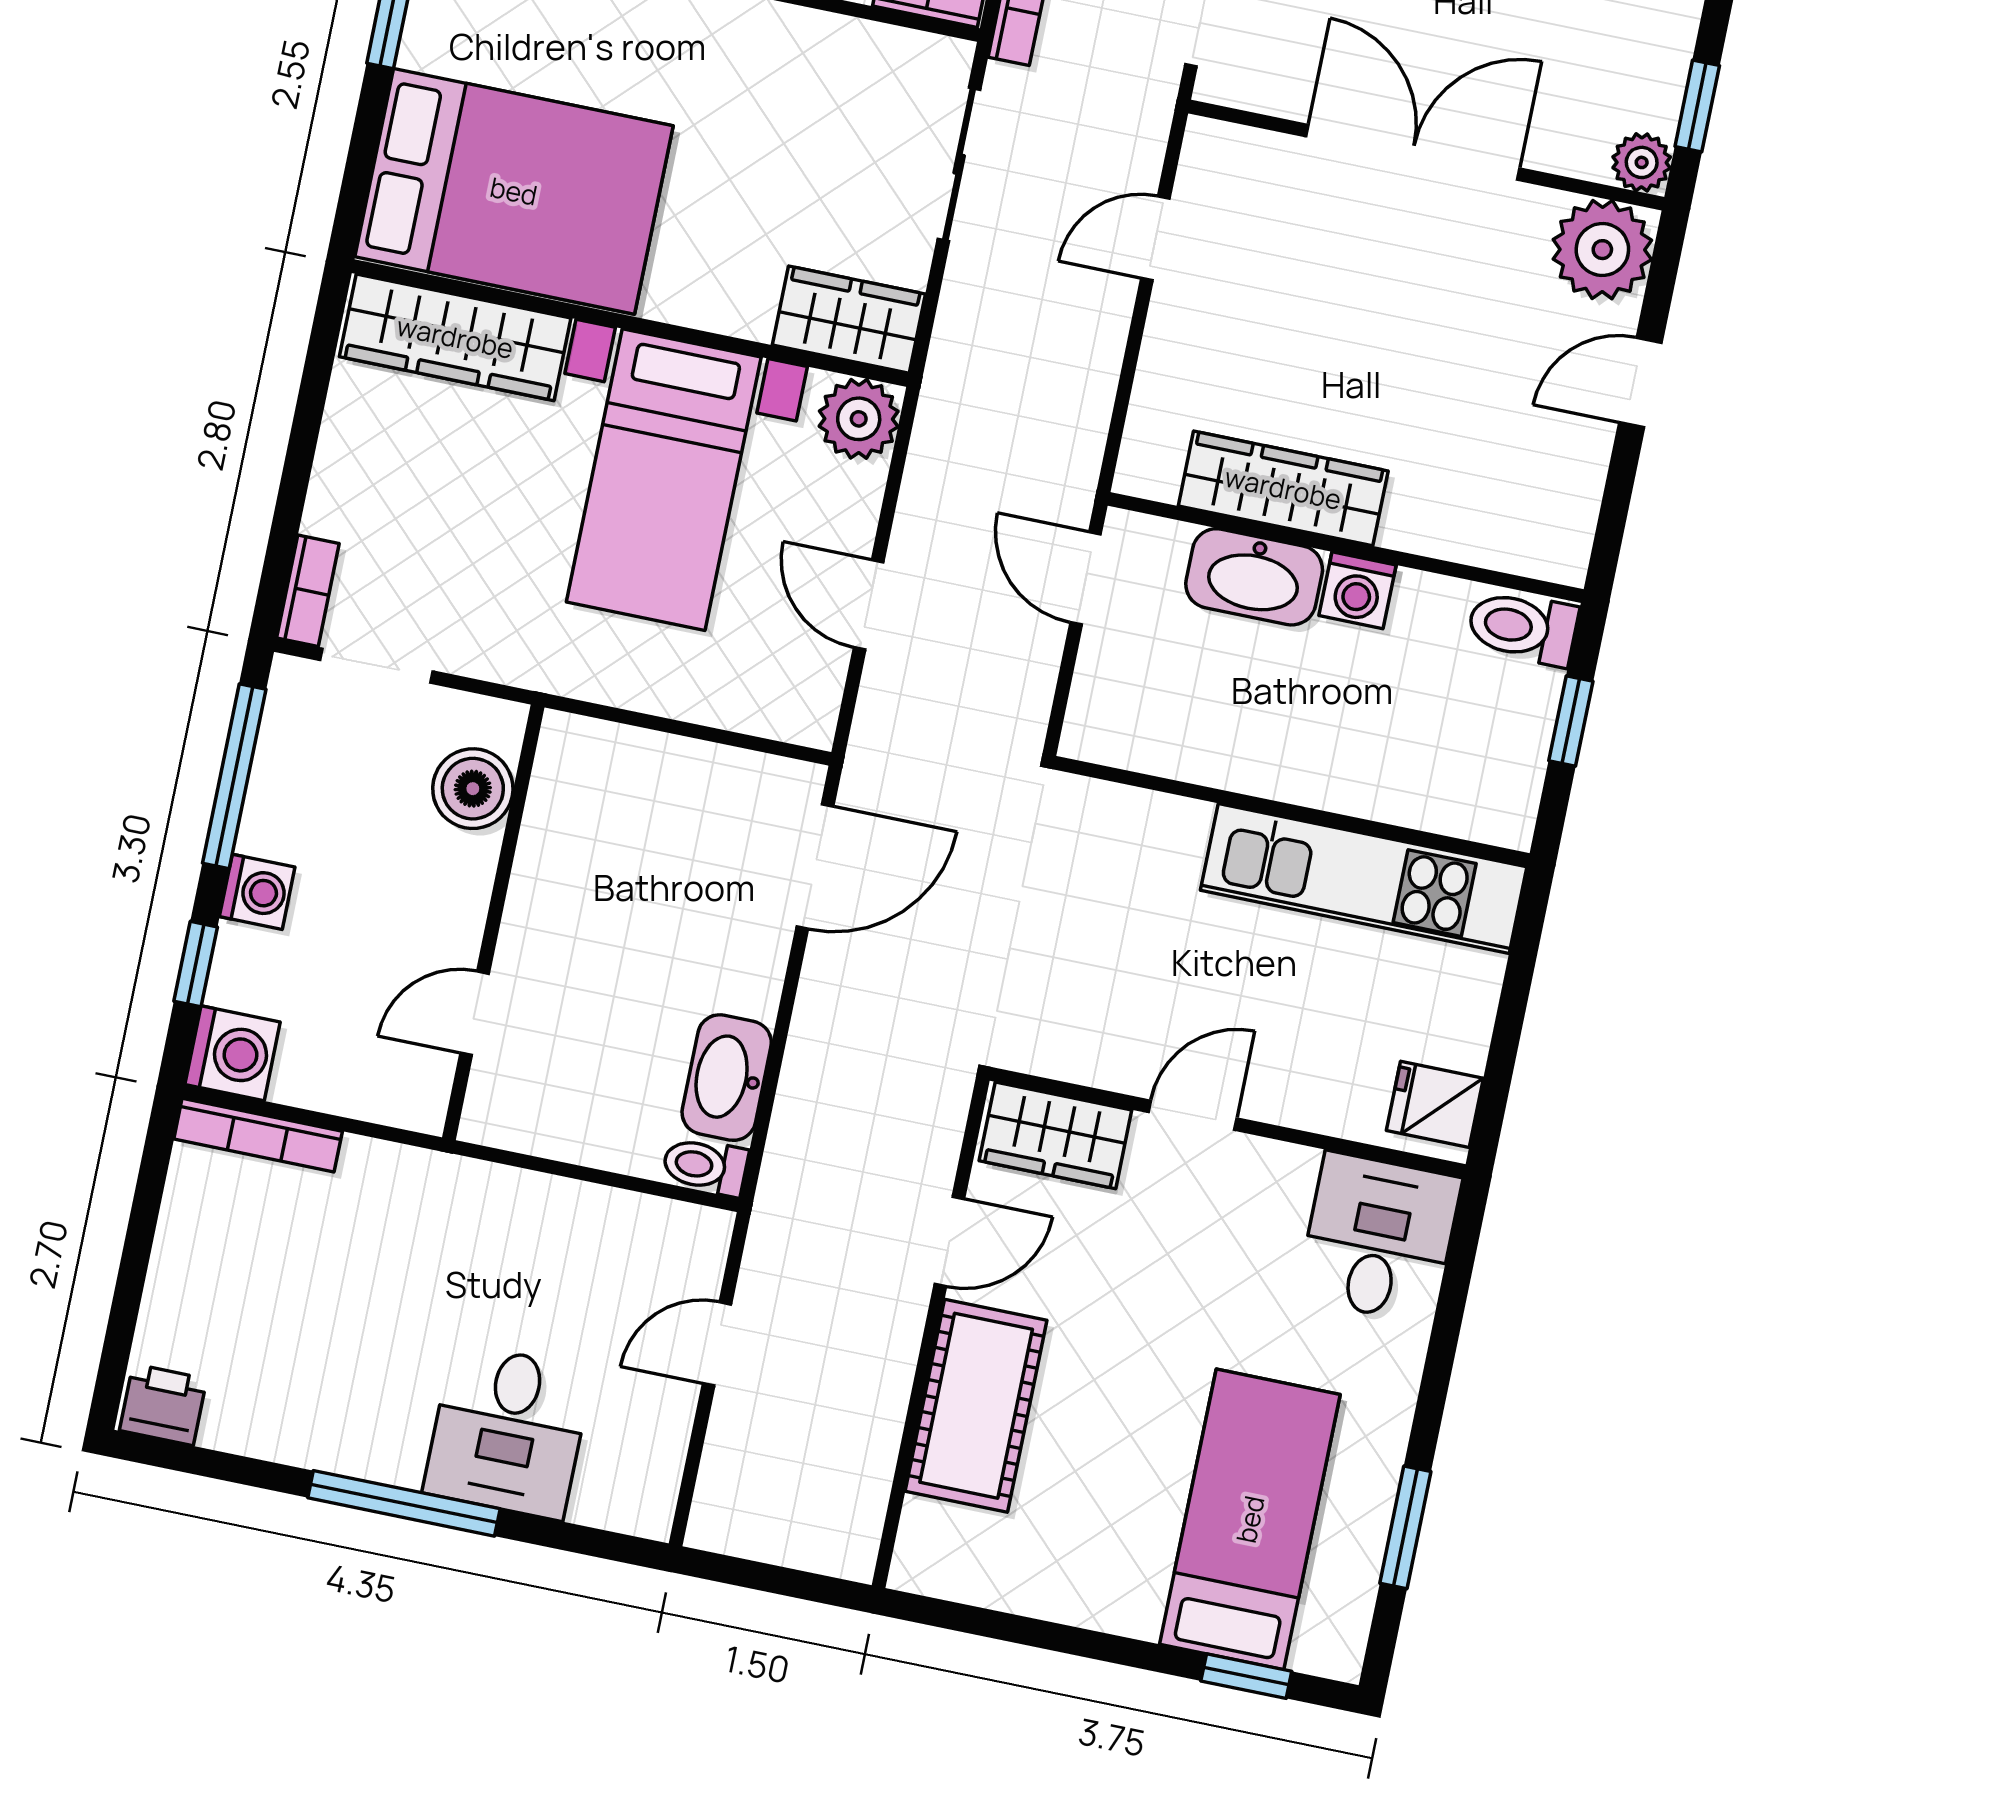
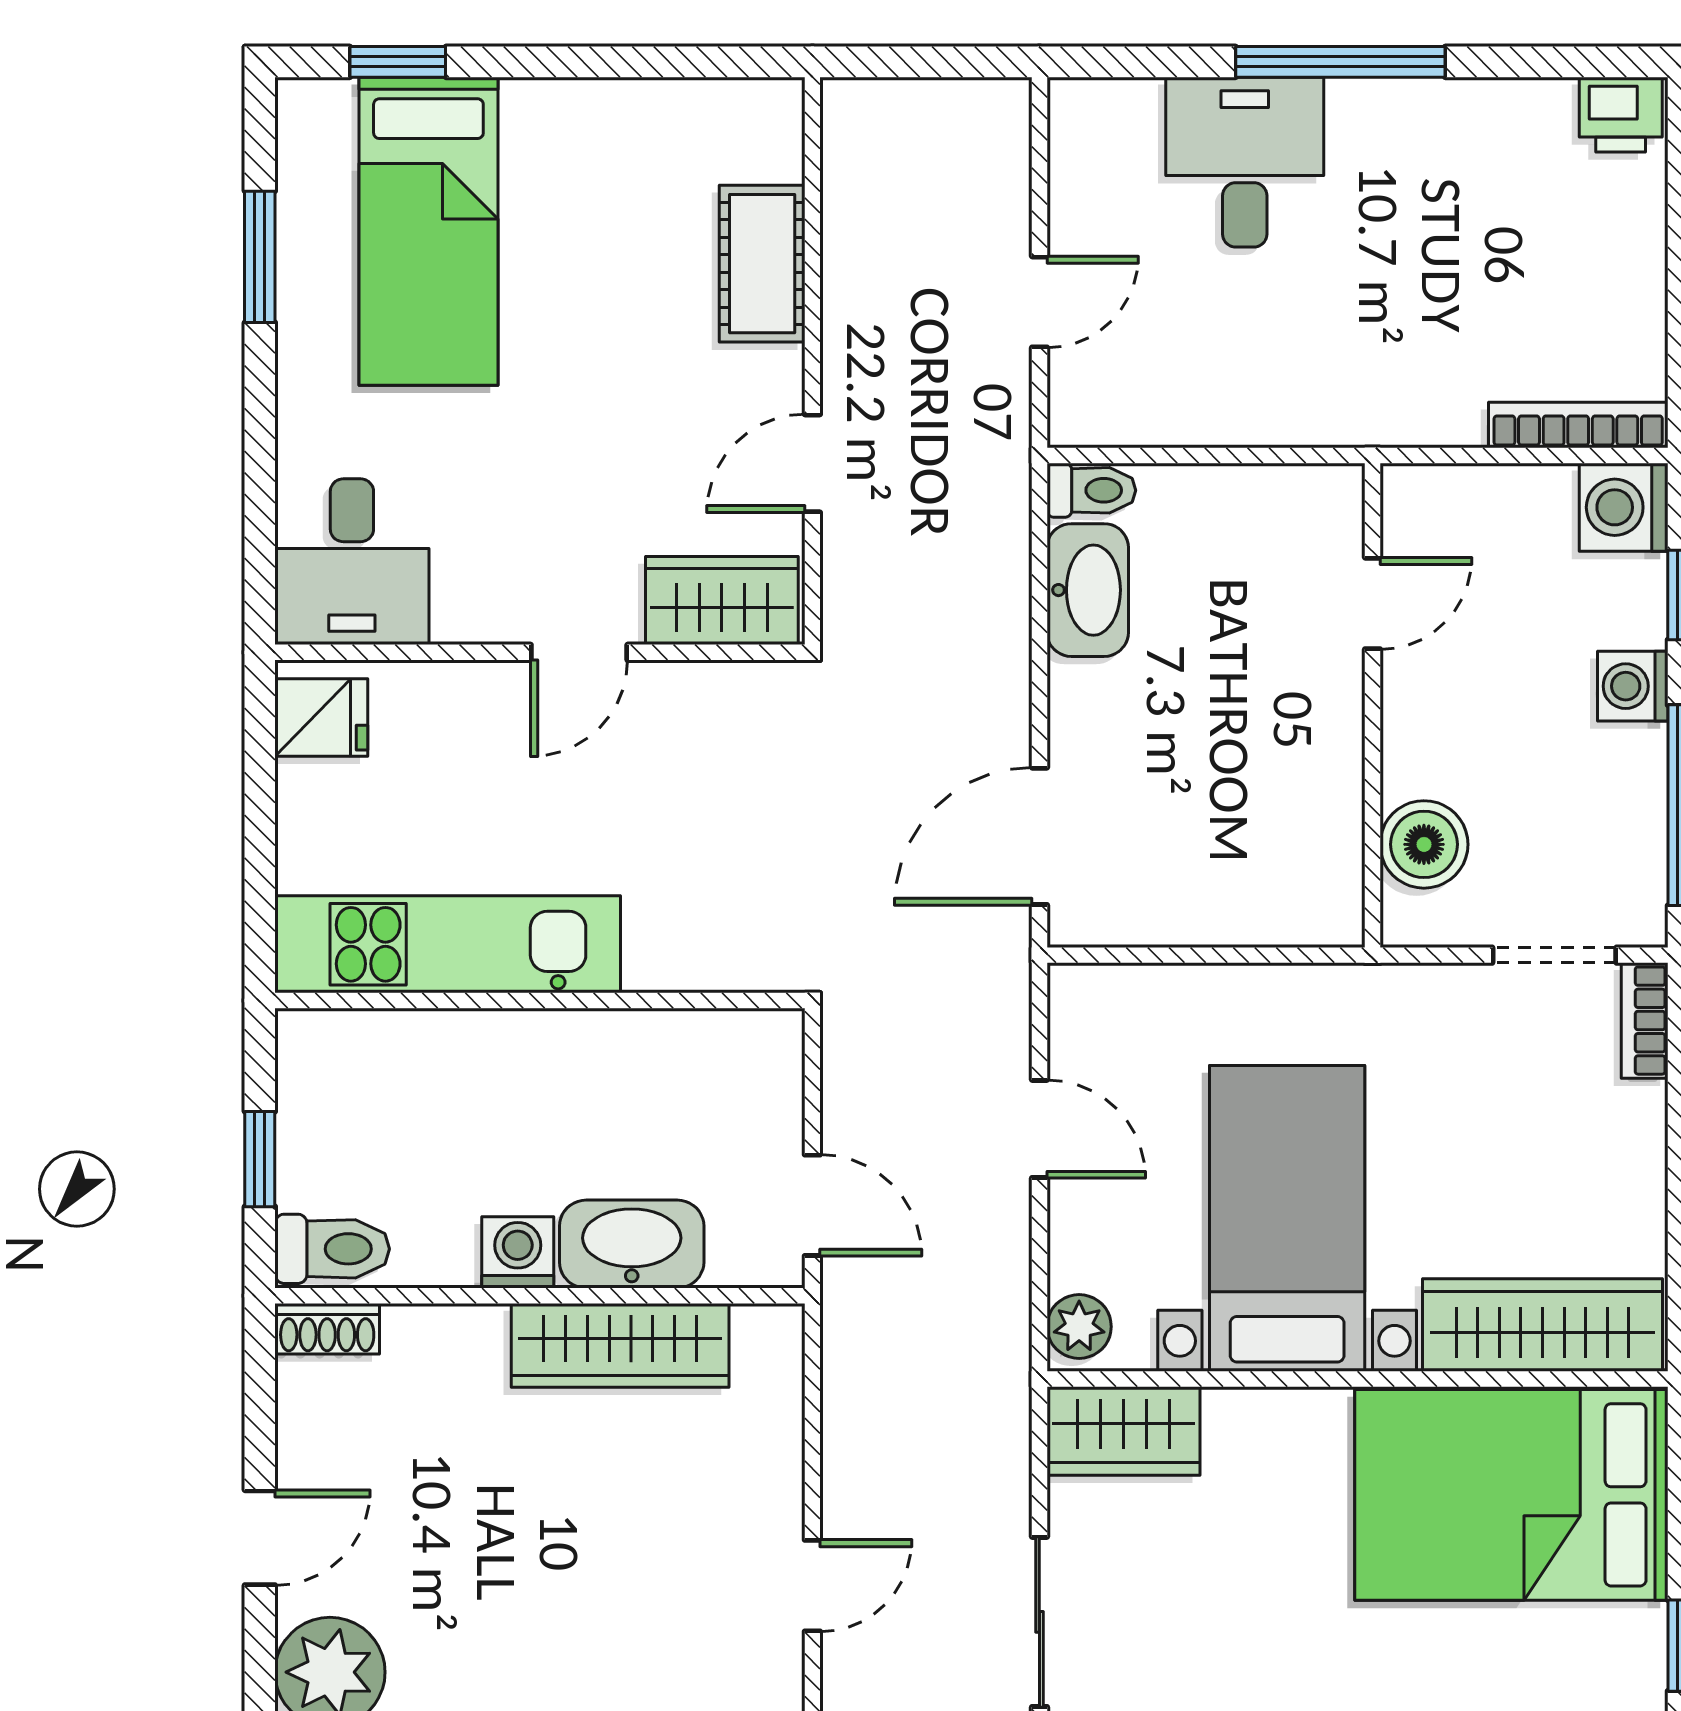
plant: (859, 419) -> (1079, 1327), width x0.73, depth x0.73
shoe rack: (1542, 557) -> (327, 1329), added
cot: (976, 1406) -> (762, 264), width x0.73, depth x0.75

